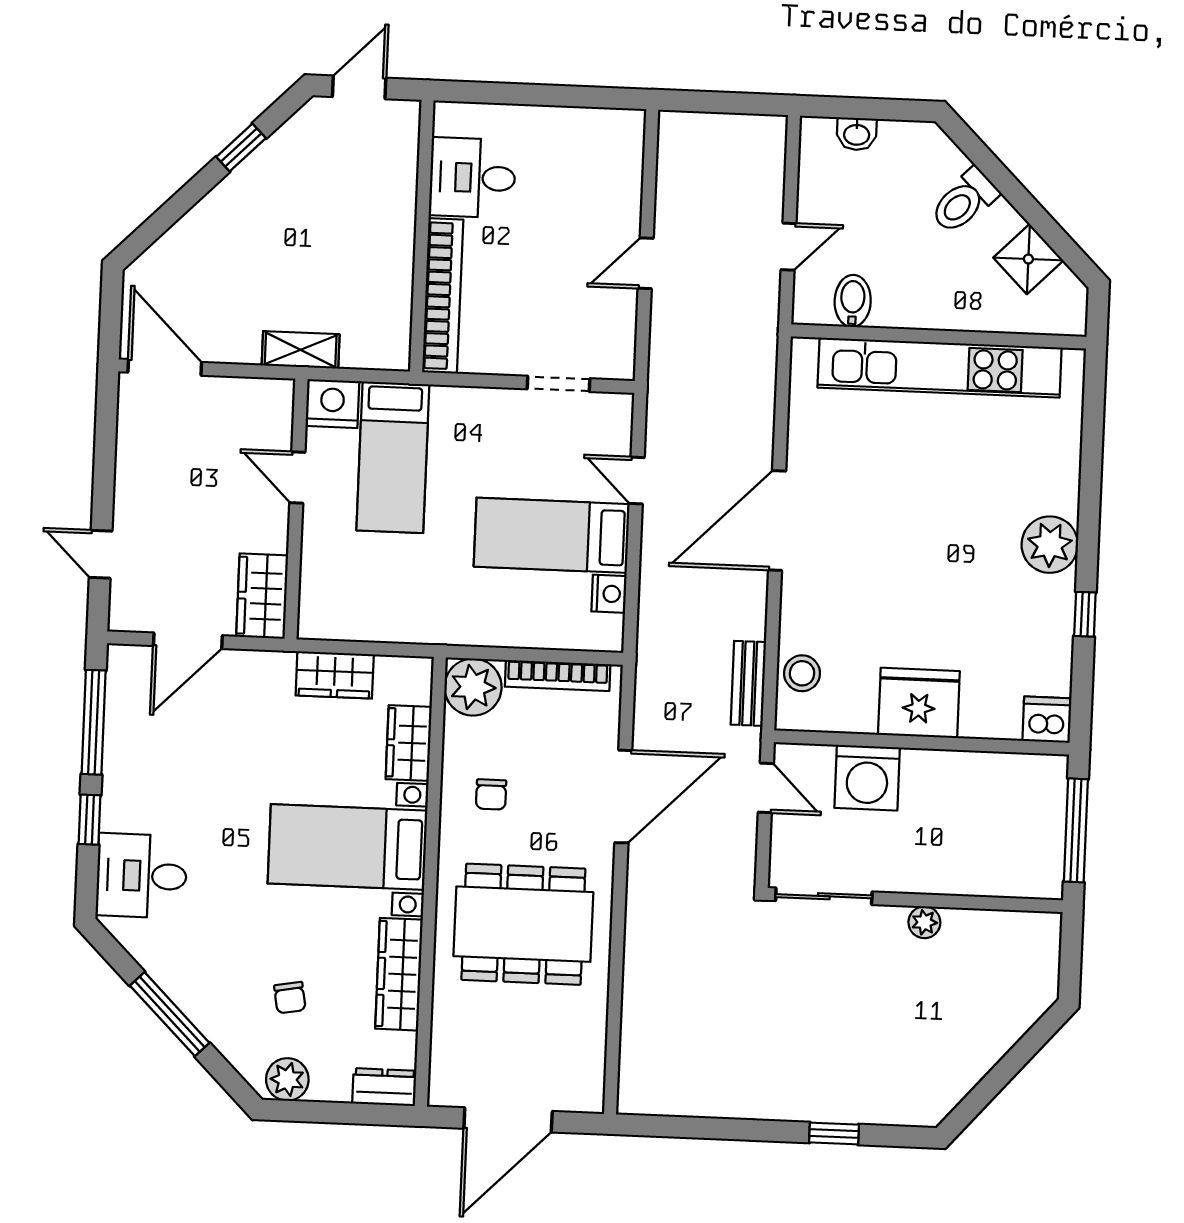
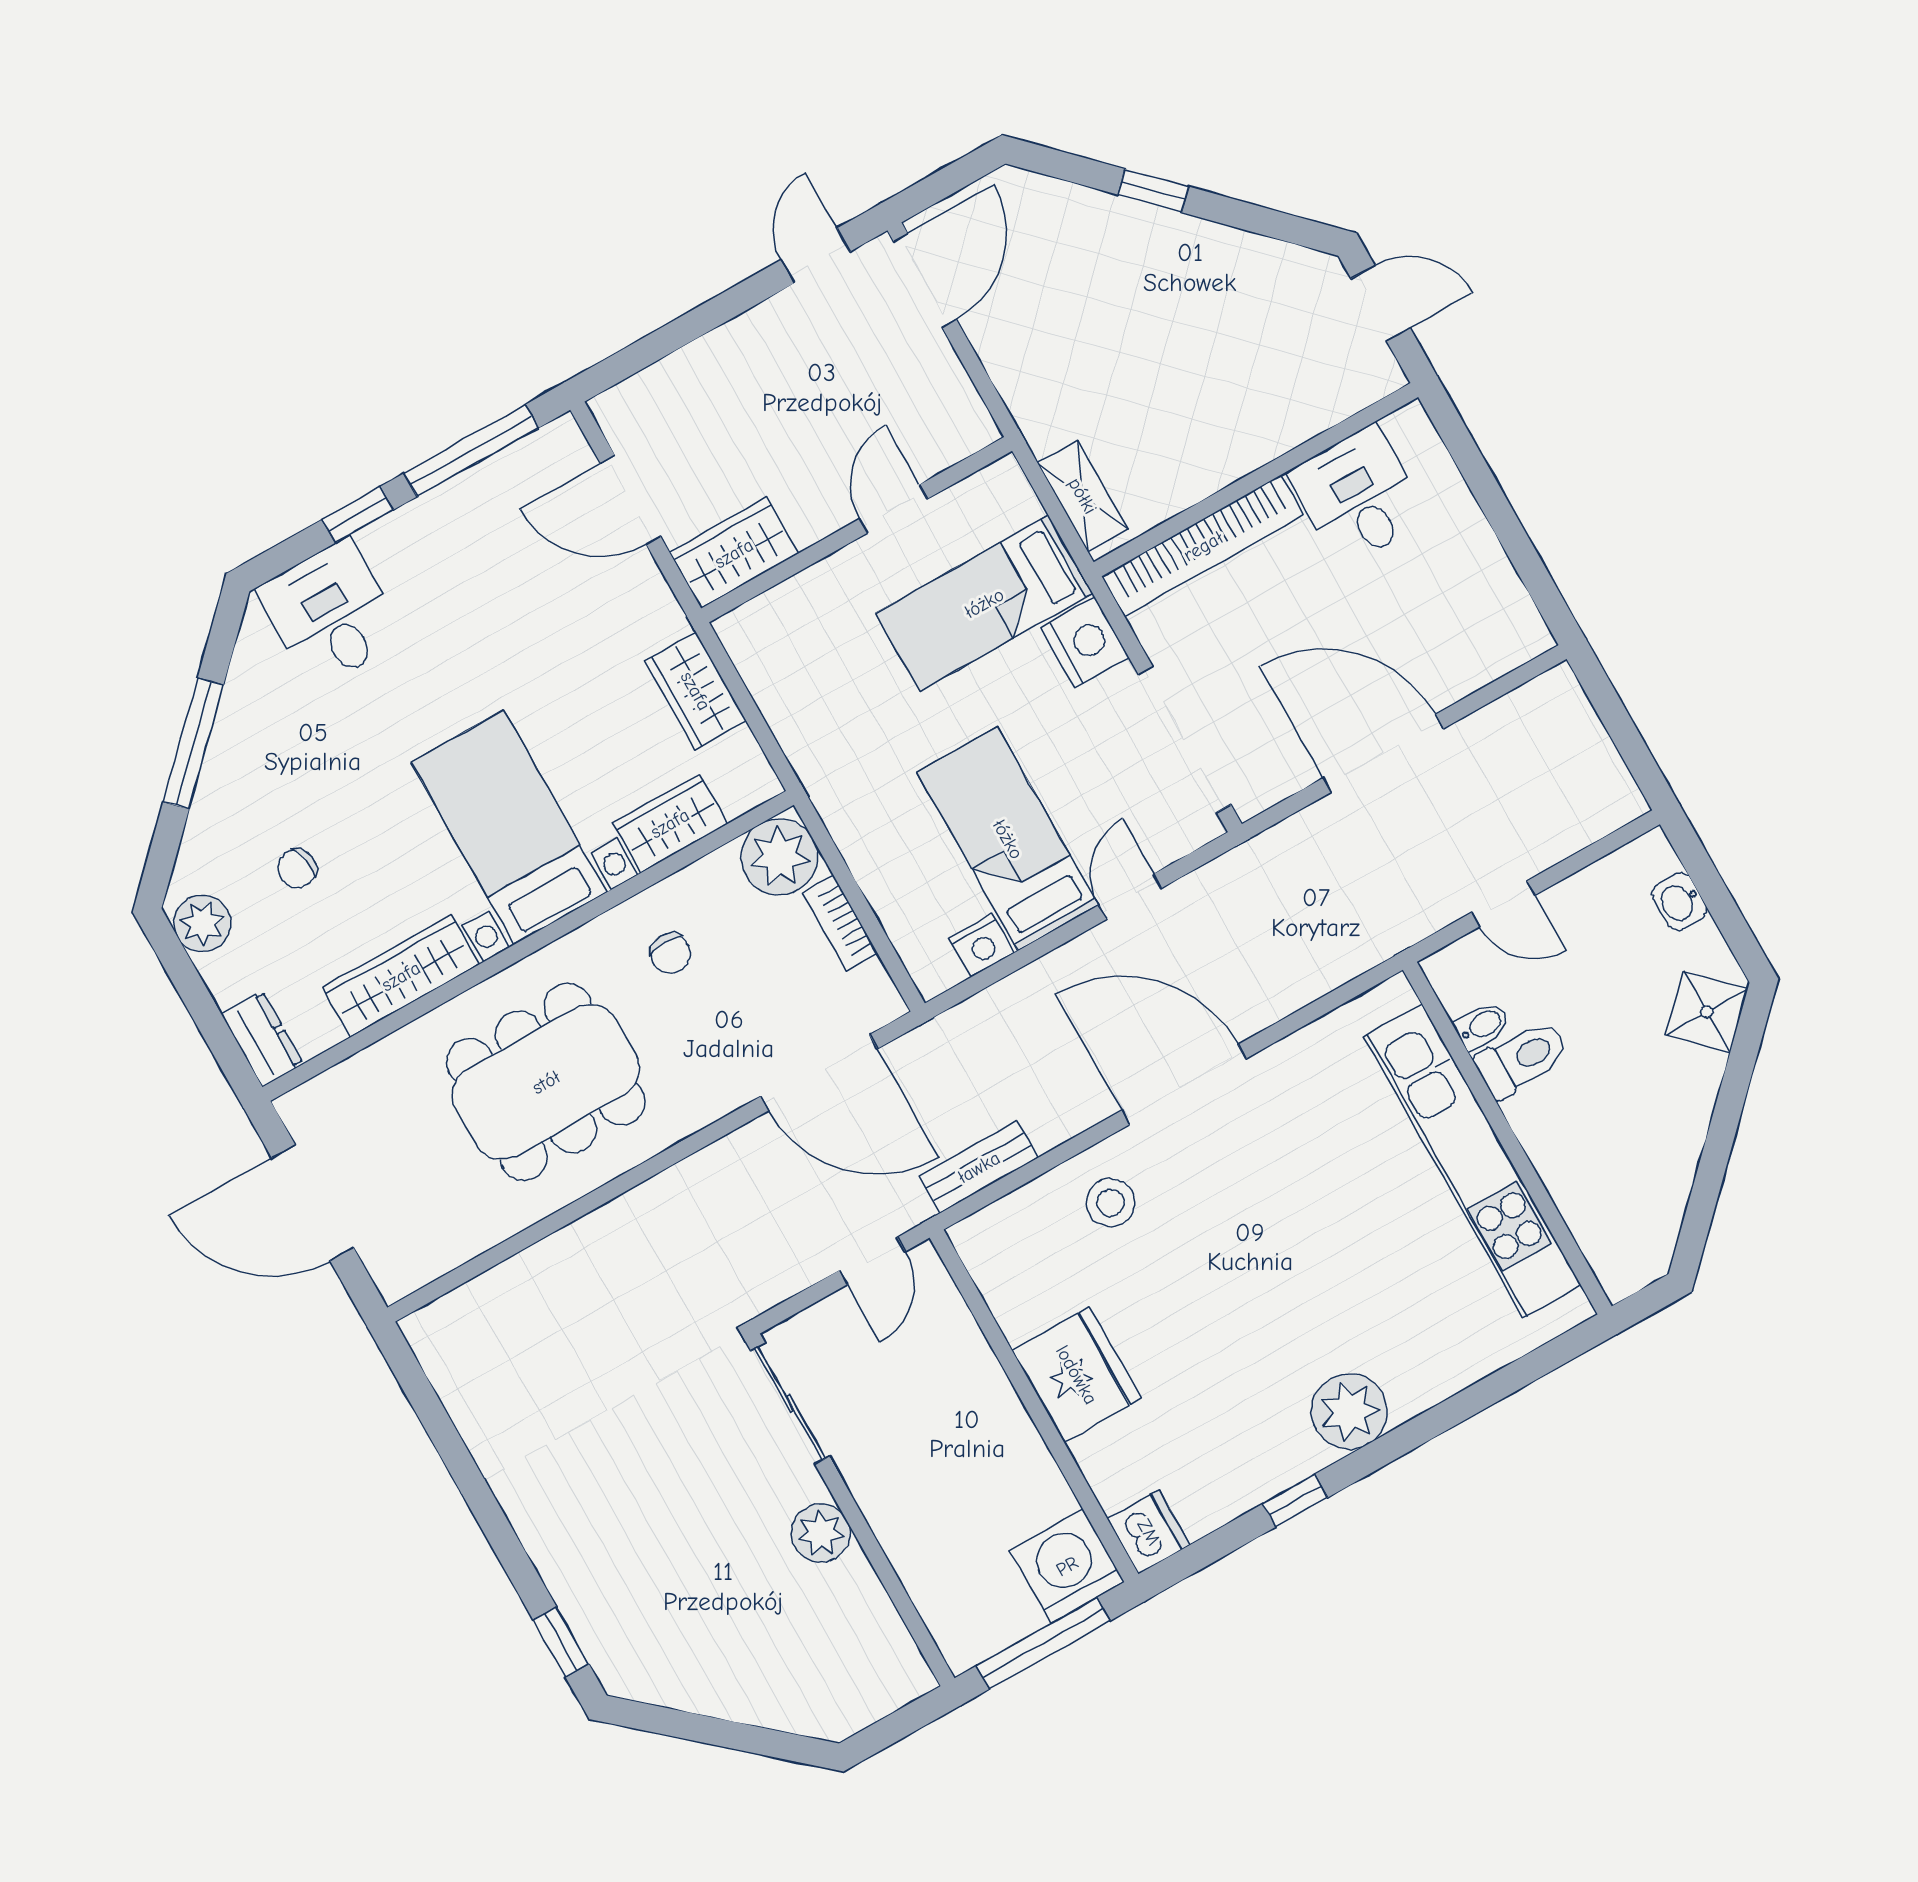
window: (241, 147) -> (1153, 191), moved
toilet: (964, 201) -> (1522, 1059), moved, turned 135
shower: (1028, 259) -> (1707, 1012), moved
door: (646, 263) -> (1383, 753), width x1.88
bidet: (853, 301) -> (1482, 1026), width x0.72, depth x0.74
shelving: (301, 350) -> (1083, 496), moved
doorway: (558, 384) -> (1185, 739), width x1.88
nightstand: (332, 404) -> (1085, 643), moved
door: (101, 554) -> (815, 256), moved
stool: (802, 673) -> (1110, 1203), moved
bookcase: (558, 675) -> (840, 923), width x0.64
washing machine: (867, 778) -> (1067, 1566), moved, turned 90
chair: (491, 794) -> (670, 953), turned -90
door: (623, 797) -> (819, 1073), moved
plant: (924, 922) -> (821, 1533), width x1.38, depth x1.38
dining table: (523, 924) -> (546, 1082), turned 90
window: (834, 1134) -> (561, 1642), moved

